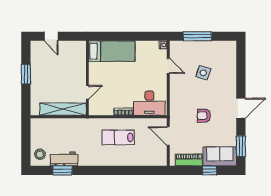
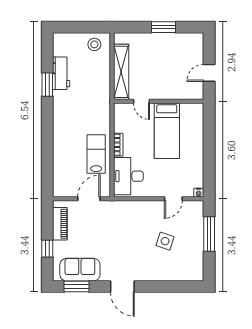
door: (51, 36) -> (209, 73), moved
bed: (112, 51) -> (167, 131), moved
armchair: (204, 116) -> (113, 242), removed
lab bench: (118, 137) -> (96, 154), moved
stool: (40, 154) -> (94, 44), moved
sofa: (220, 156) -> (80, 270), moved, turned -90
window: (63, 170) -> (47, 85), moved

